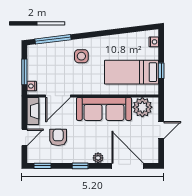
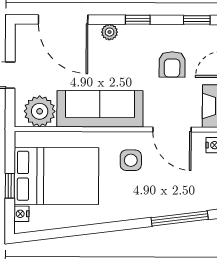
side table: (81, 56) -> (131, 160), moved
window: (161, 71) -> (10, 186), moved
bed: (132, 72) -> (56, 176), width x1.50
door: (58, 96) -> (172, 129), swing flipped

